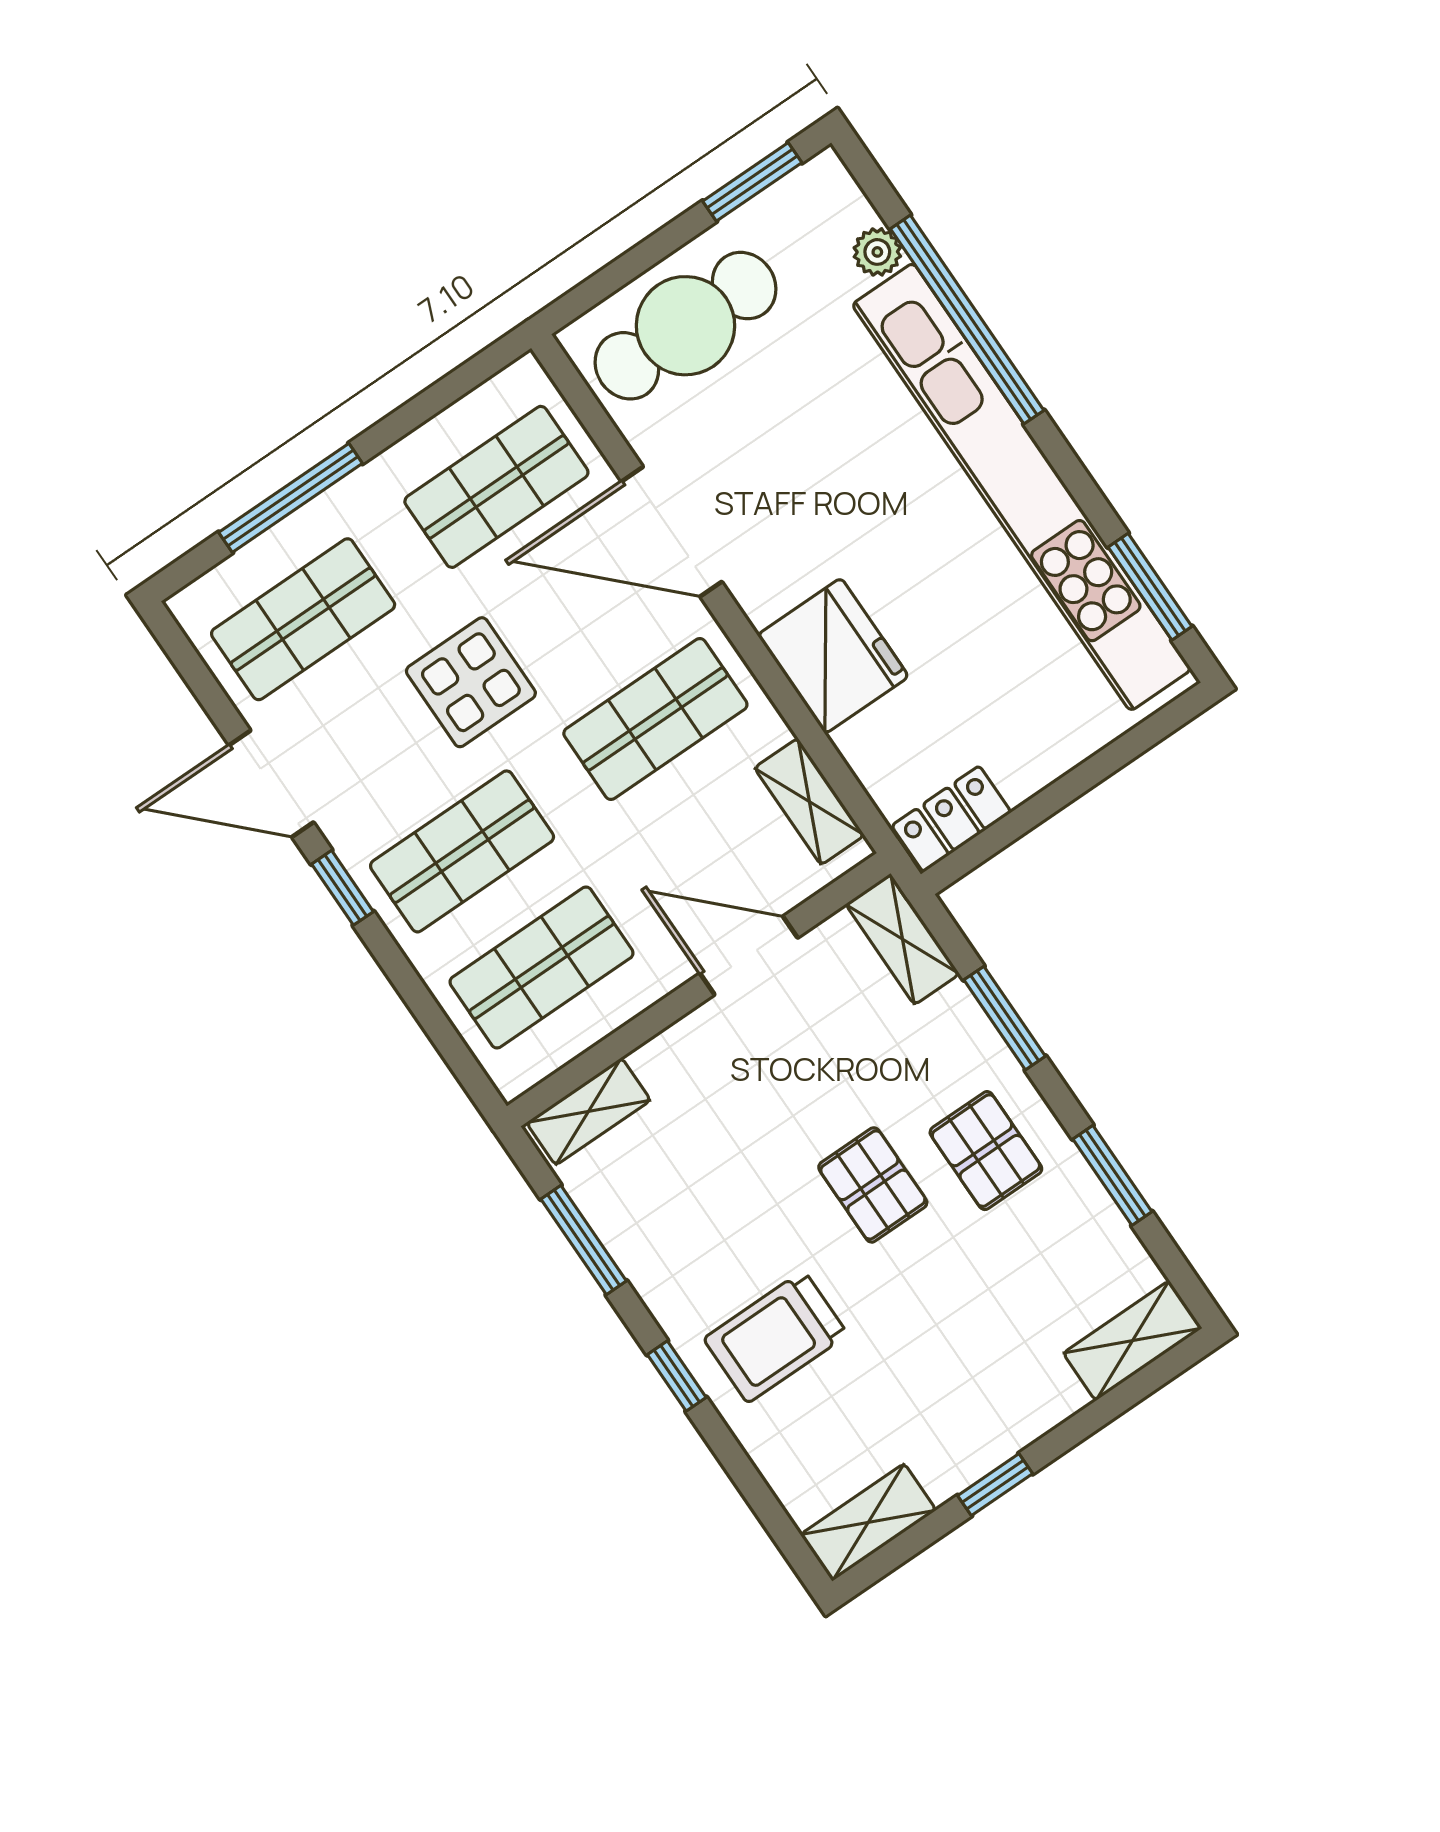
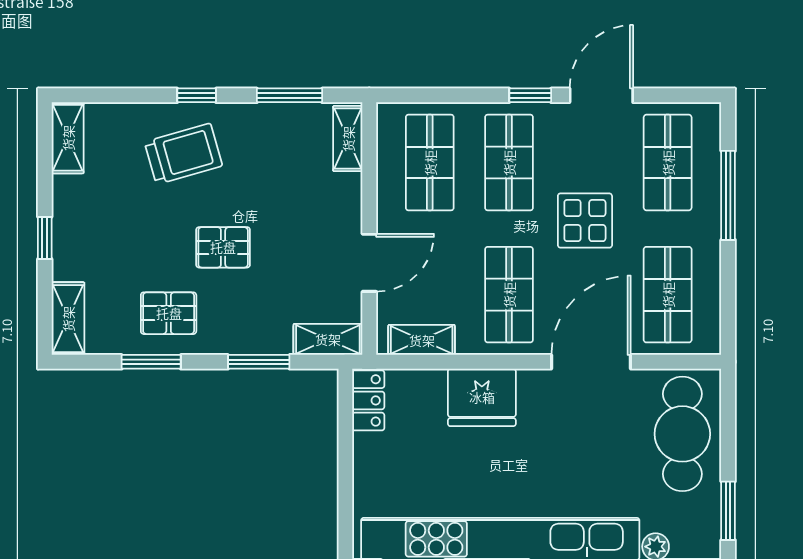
pallet: (986, 1151) -> (169, 313), moved
trolley: (776, 1337) -> (183, 154), turned 74
window: (995, 1485) -> (45, 238), moved

